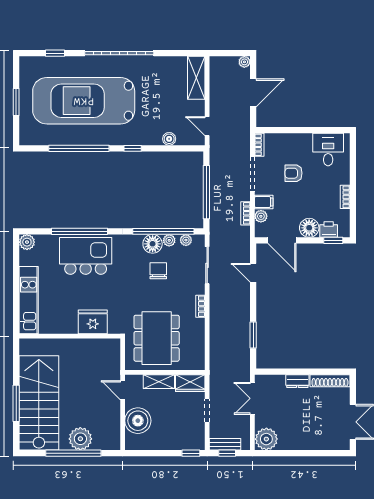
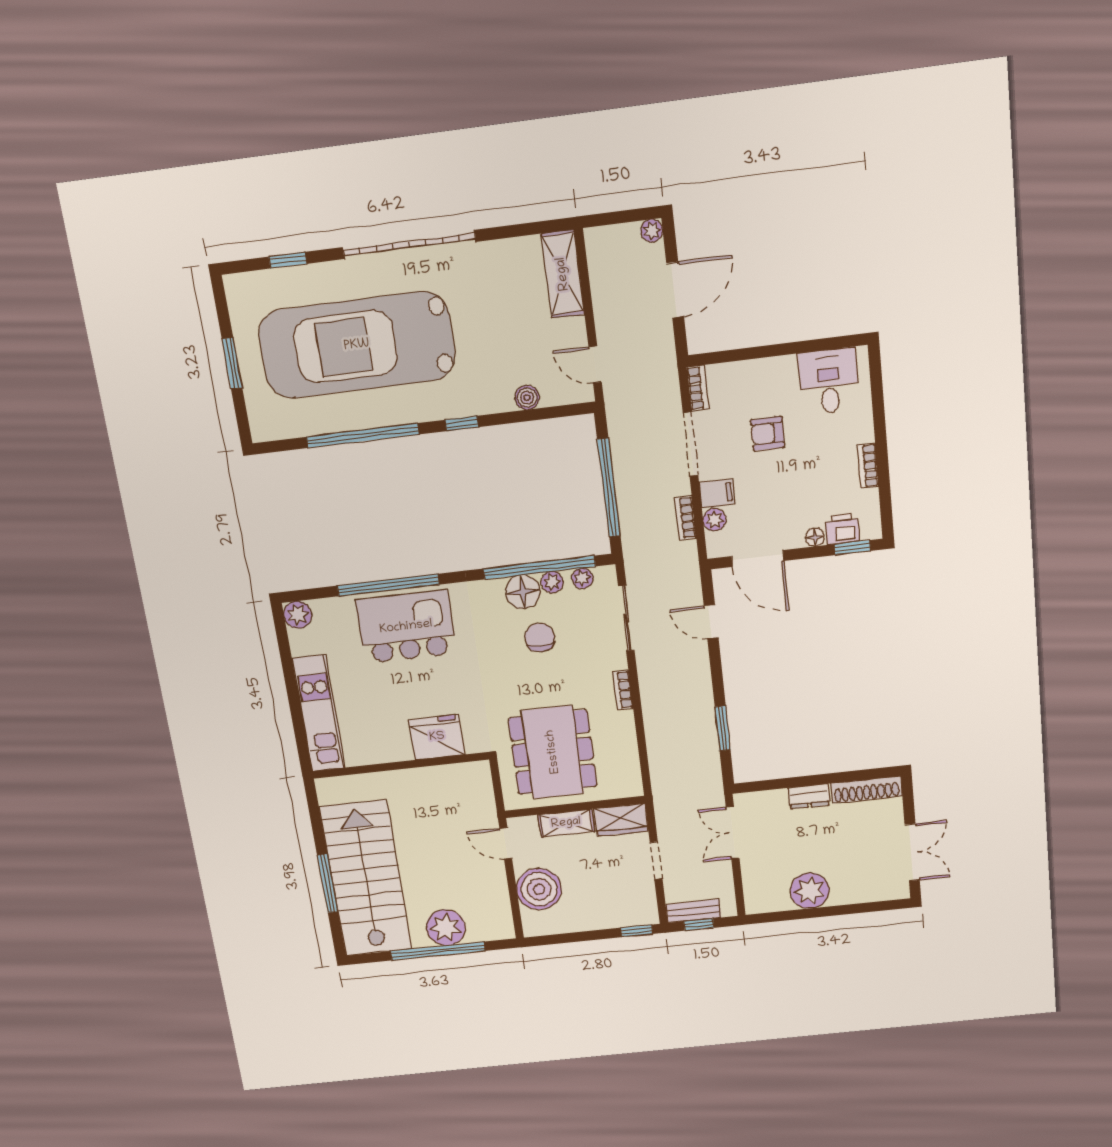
floor lamp: (309, 228) -> (815, 537), width x0.53, depth x0.53
plant: (266, 439) -> (810, 891), moved

